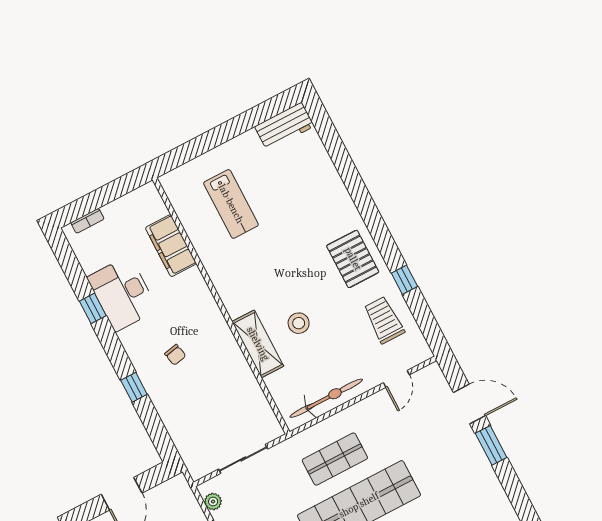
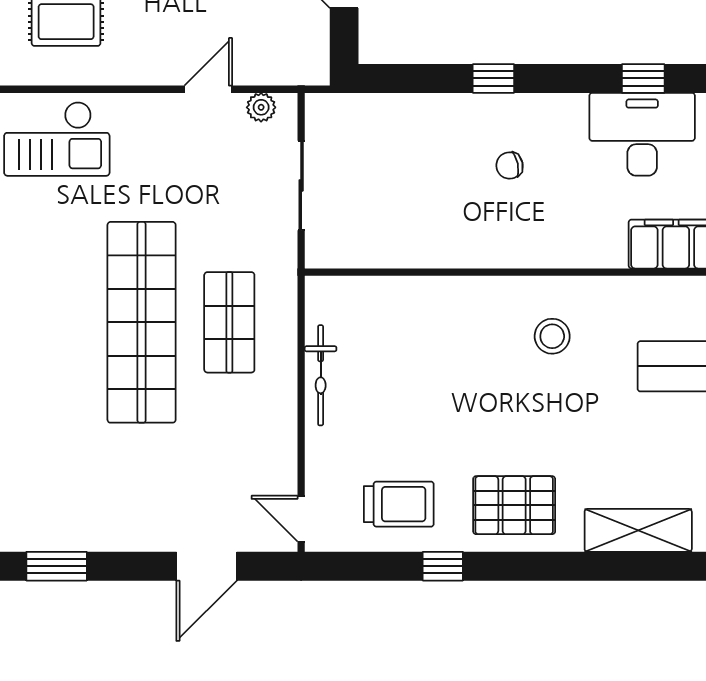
stool: (299, 323) -> (552, 336), moved
shelving: (258, 344) -> (638, 530), moved
door: (396, 379) -> (301, 519), moved
bicycle: (326, 398) -> (321, 375), width x0.73, depth x0.71
window: (491, 445) -> (57, 566), moved

